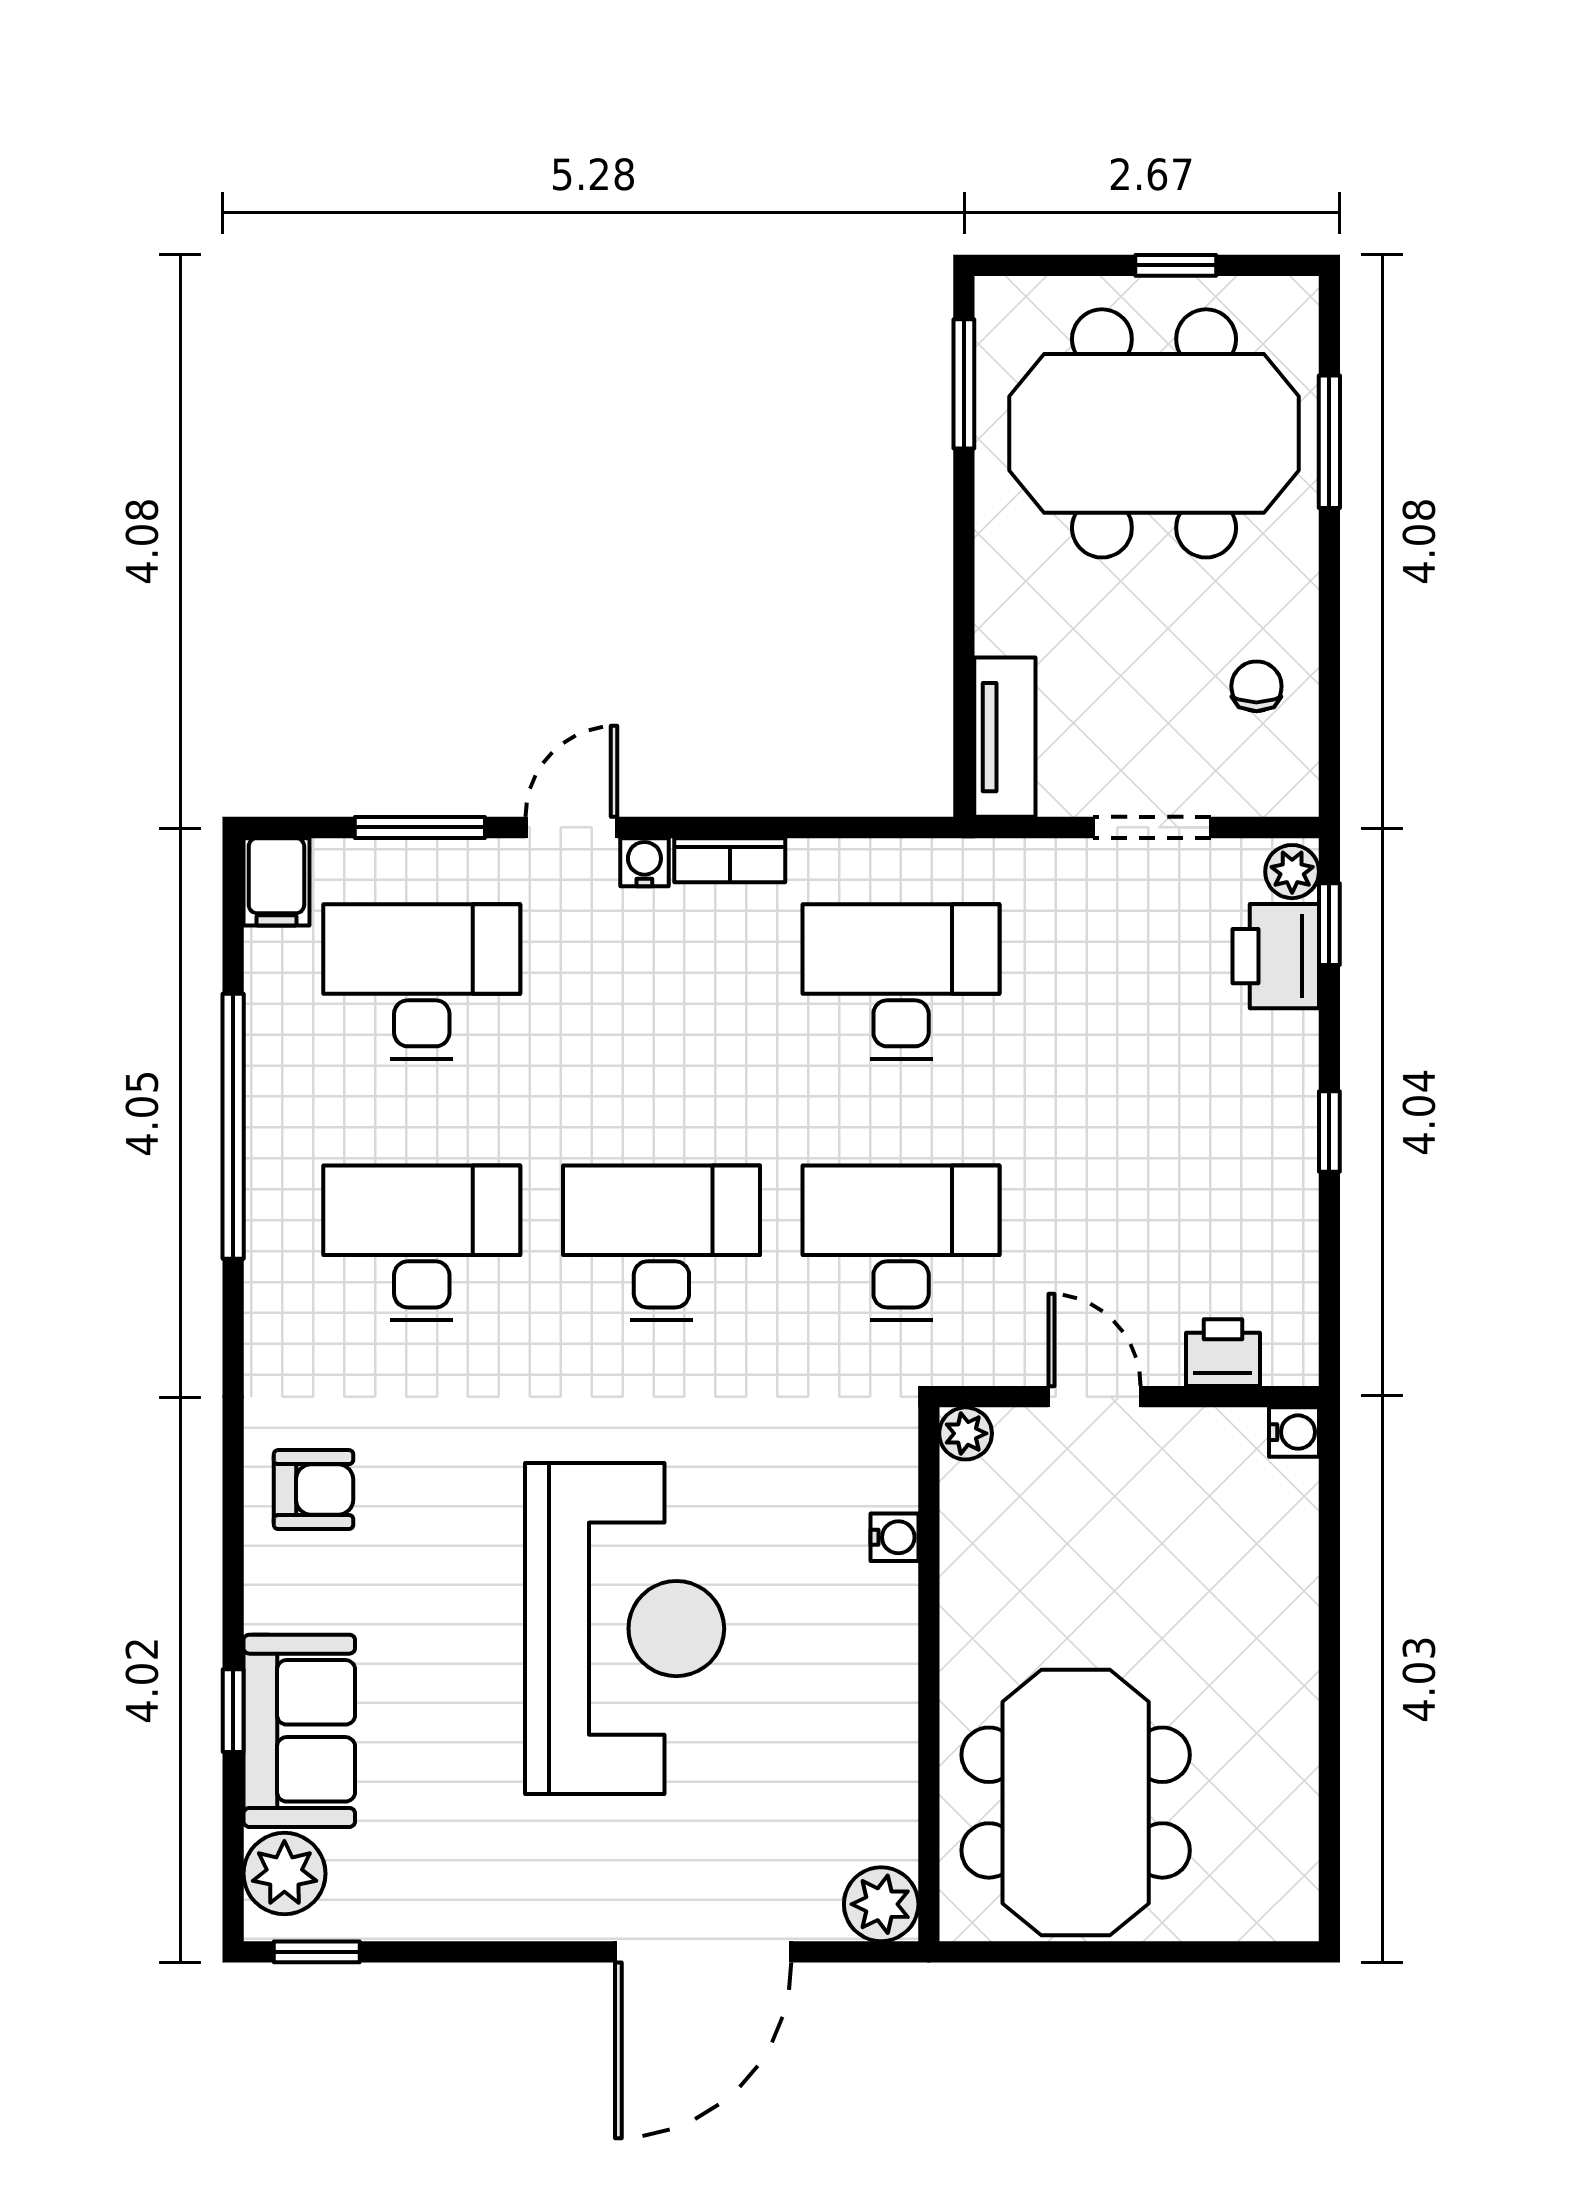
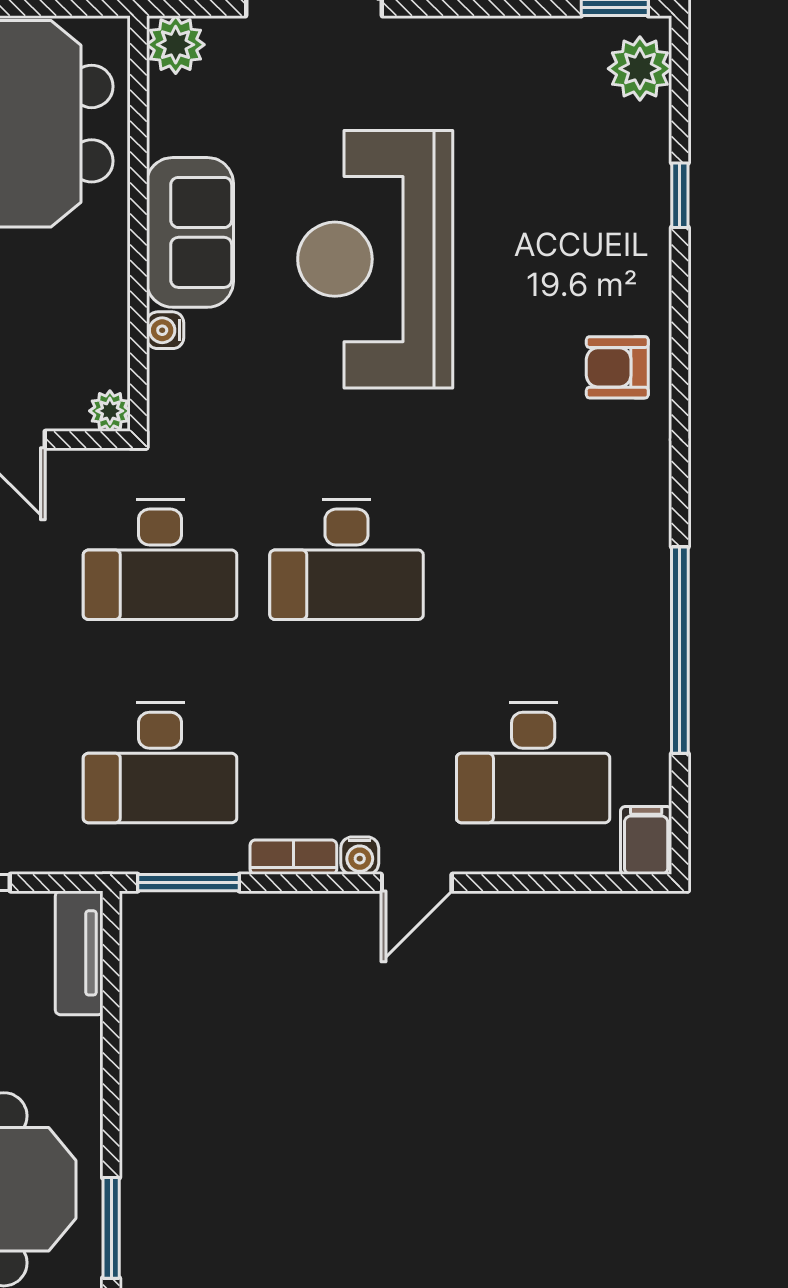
window: (420, 827) -> (188, 883), moved
desk: (422, 1243) -> (533, 560), removed
sofa: (299, 1731) -> (190, 232), moved, turned 180

